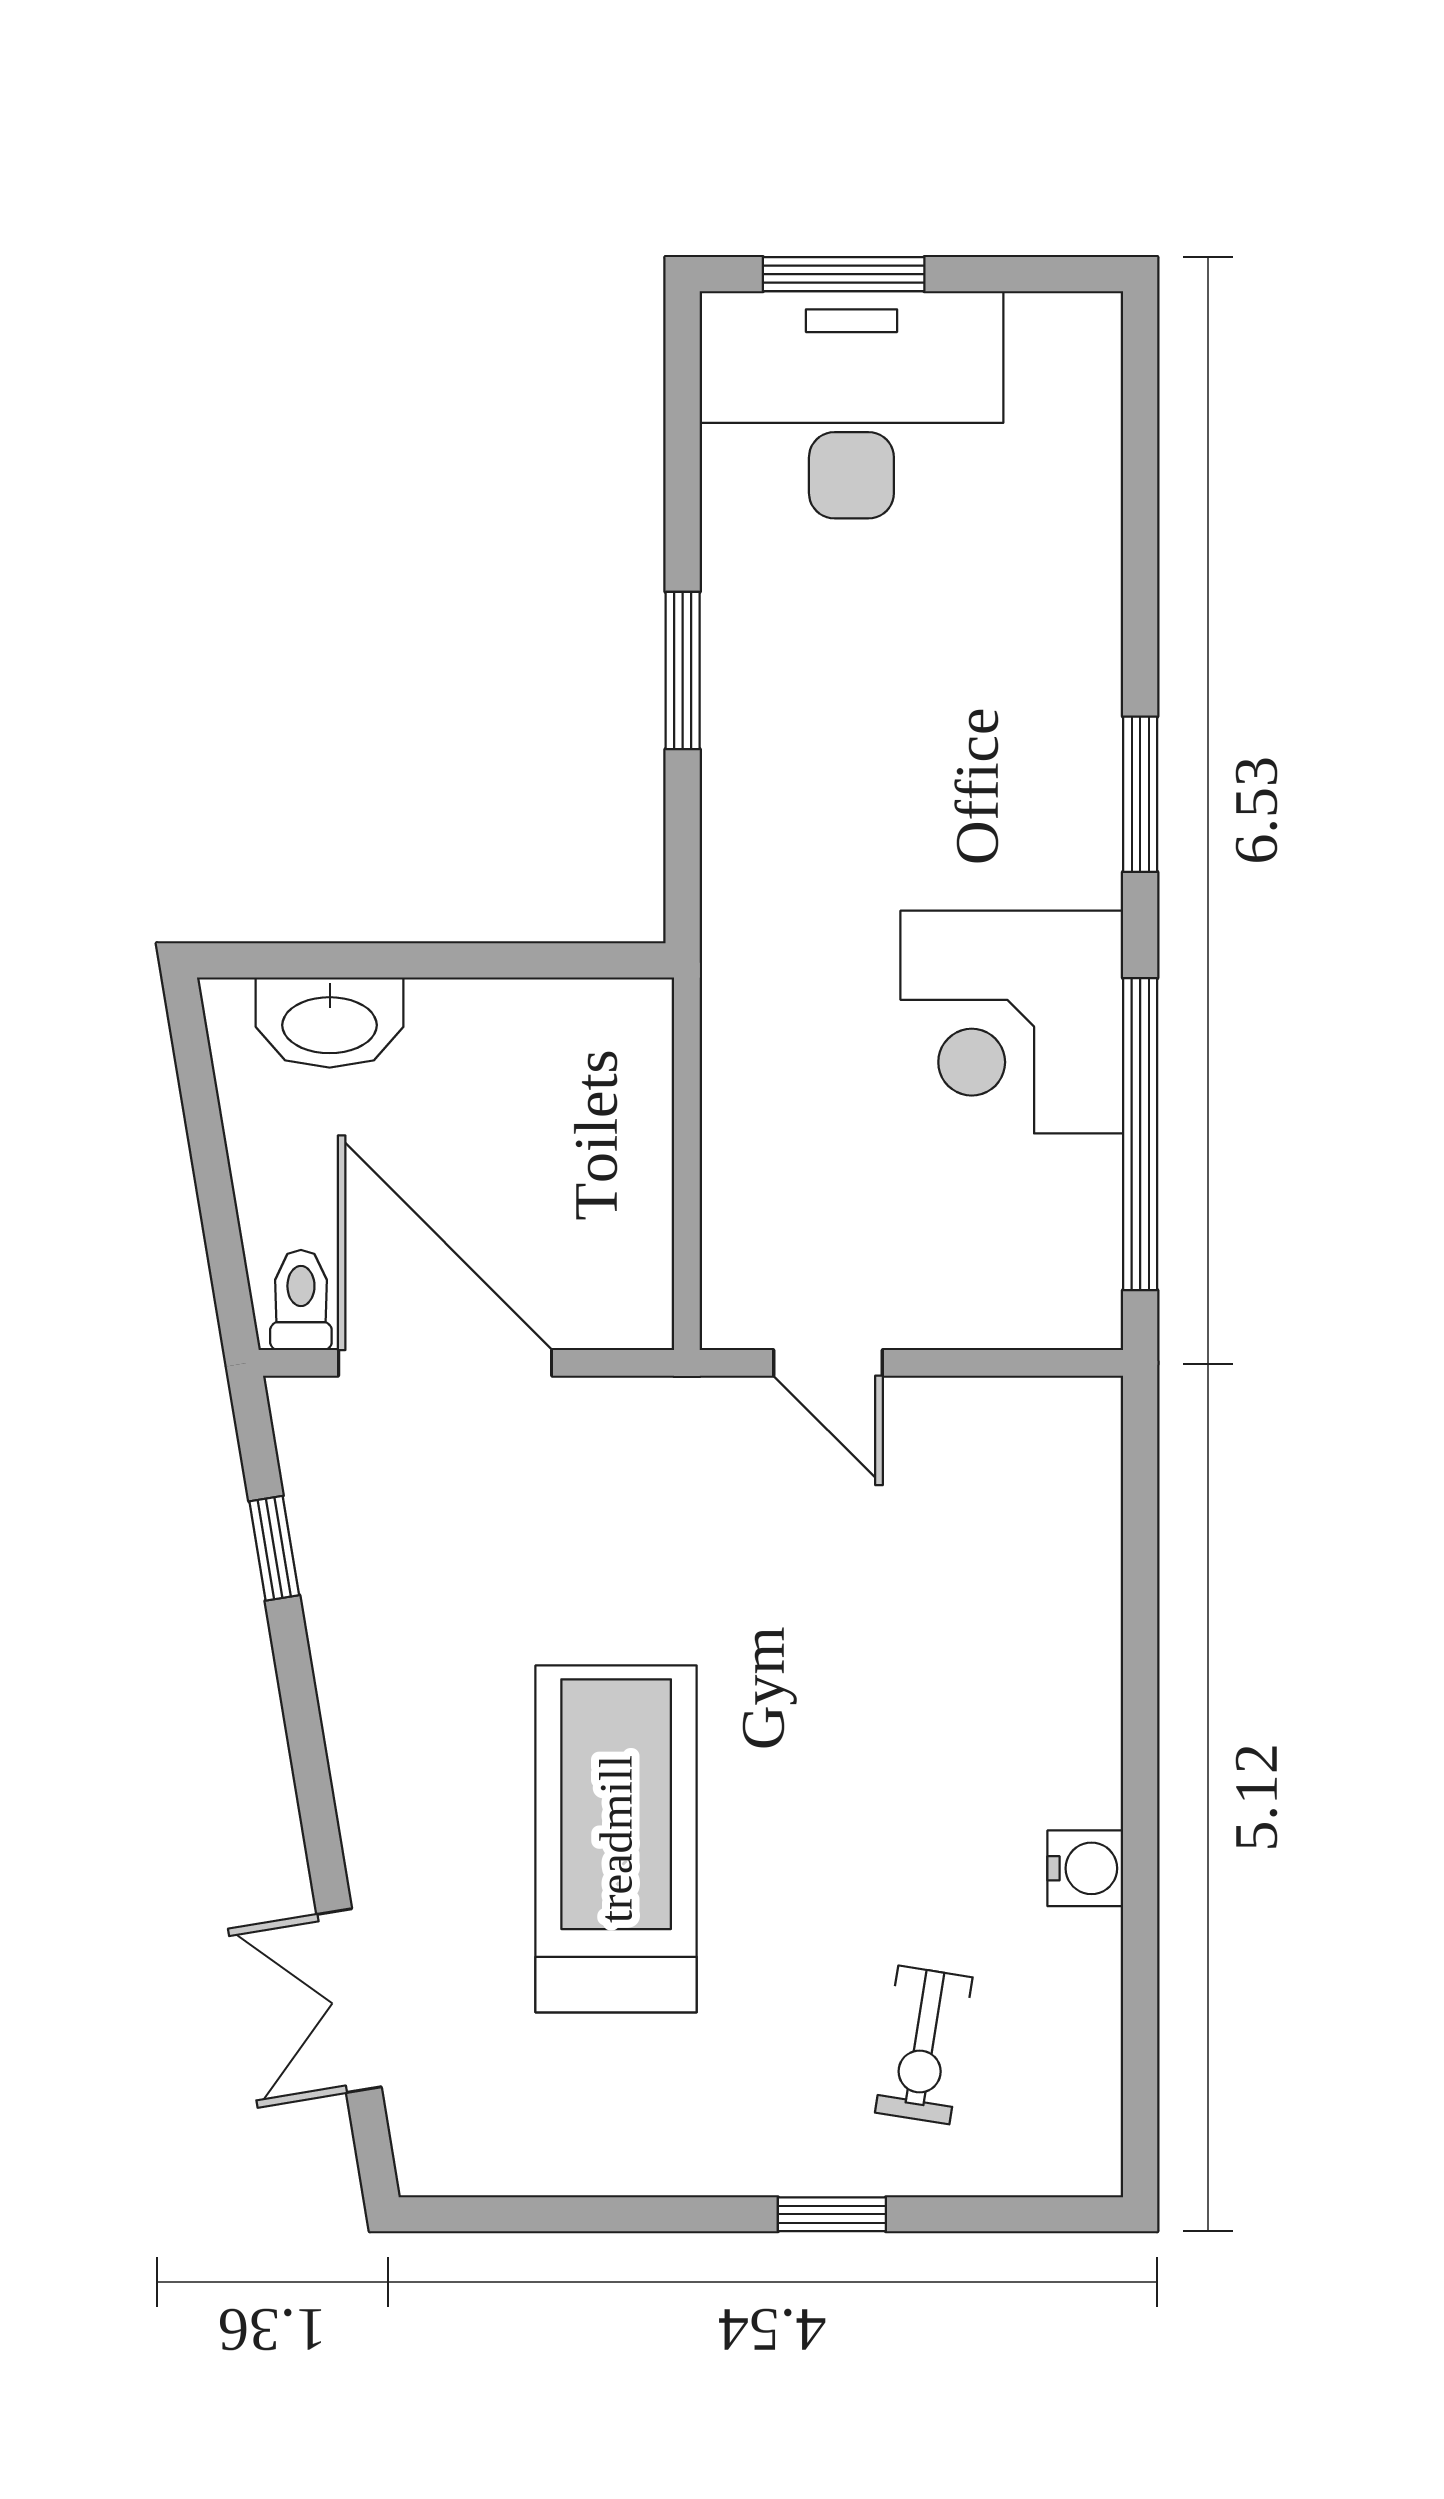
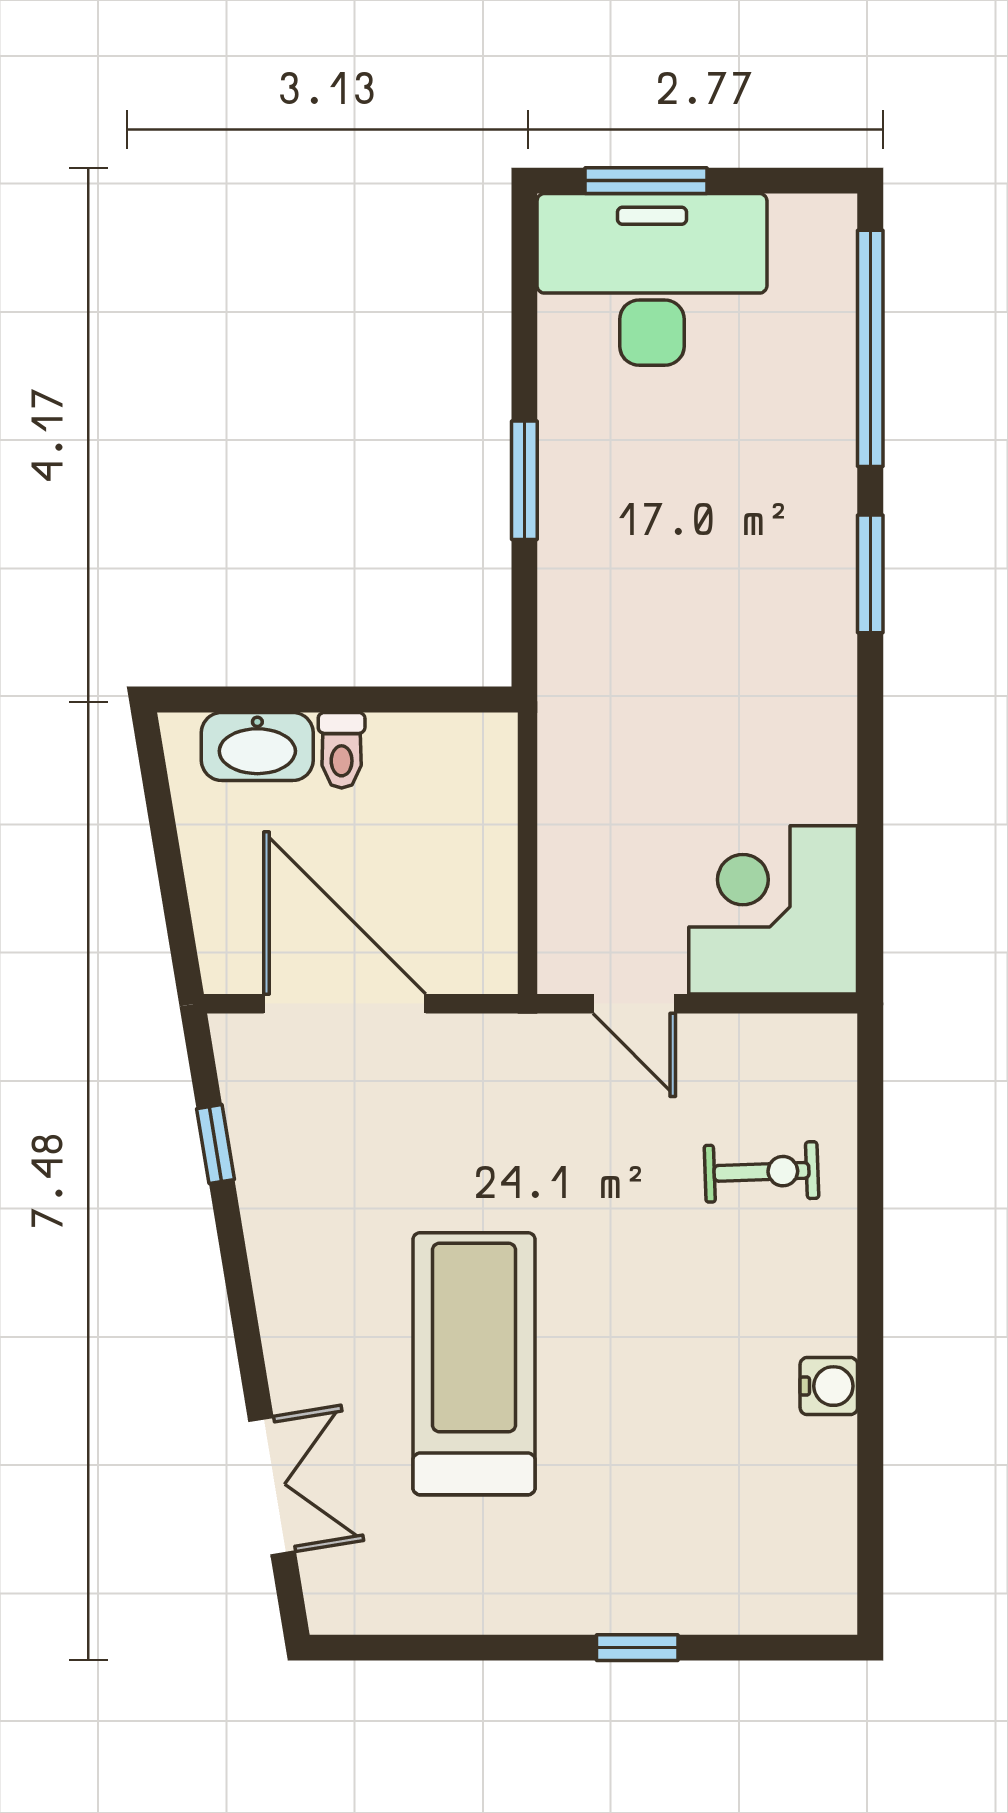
corner desk: (1012, 1022) -> (773, 910), moved, turned 90
window: (1140, 1134) -> (870, 348), moved
toilet: (301, 1300) -> (342, 750), moved, turned 180
double door: (349, 2001) -> (272, 1486), swing flipped
exercise bike: (924, 2045) -> (761, 1172), moved, turned -101

